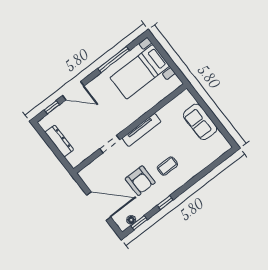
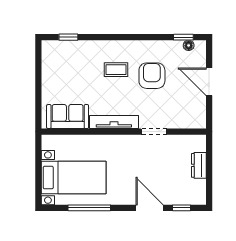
sofa: (200, 122) -> (68, 117), moved, turned -90
dresser: (59, 141) -> (199, 165), width x0.70
window: (165, 203) -> (68, 37), moved
door: (99, 206) -> (209, 82), width x0.73

